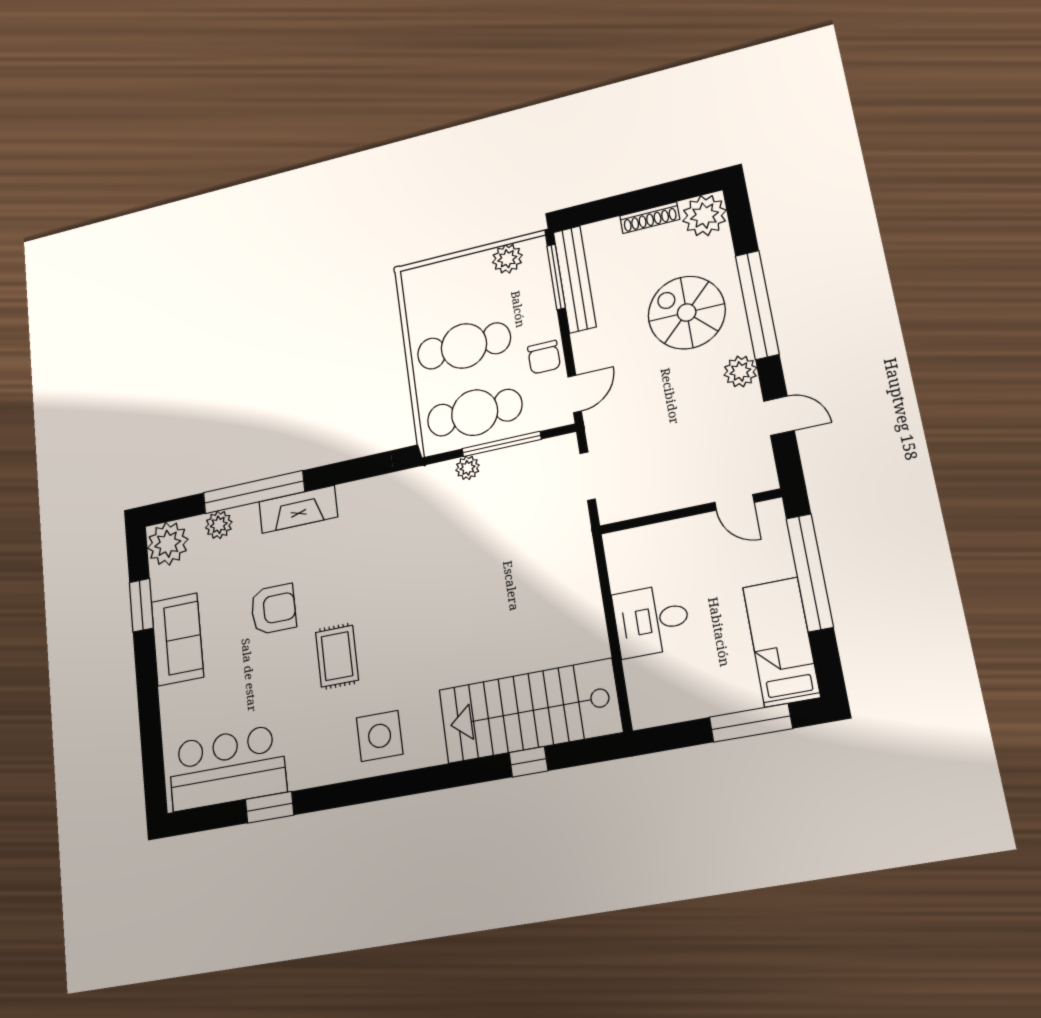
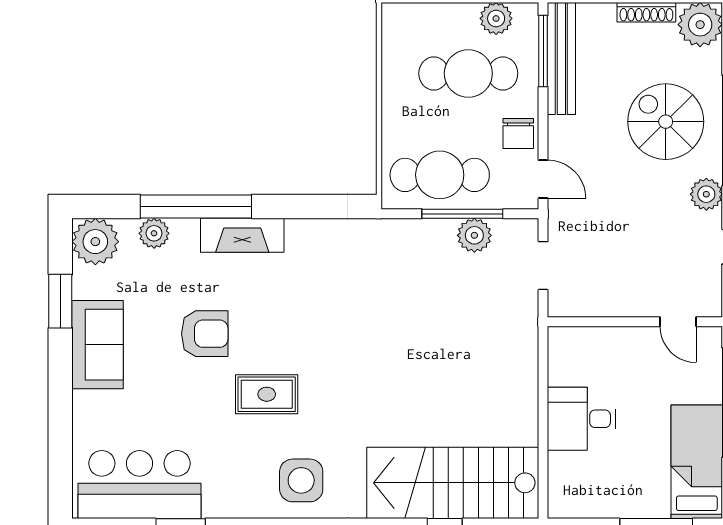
cafe table: (464, 346) -> (468, 73), moved
door: (575, 394) -> (543, 179), hinge flipped
plant: (468, 468) -> (474, 235), moved, width x1.38, depth x1.38
rug: (337, 656) -> (267, 394), turned 90

